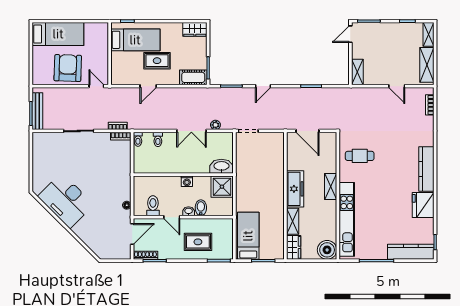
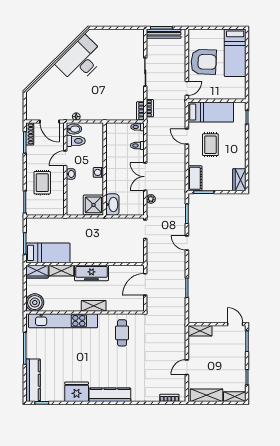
bed: (135, 40) -> (211, 112), moved, turned -90
bidet: (201, 208) -> (74, 129), moved
bed: (248, 236) -> (48, 253), moved

